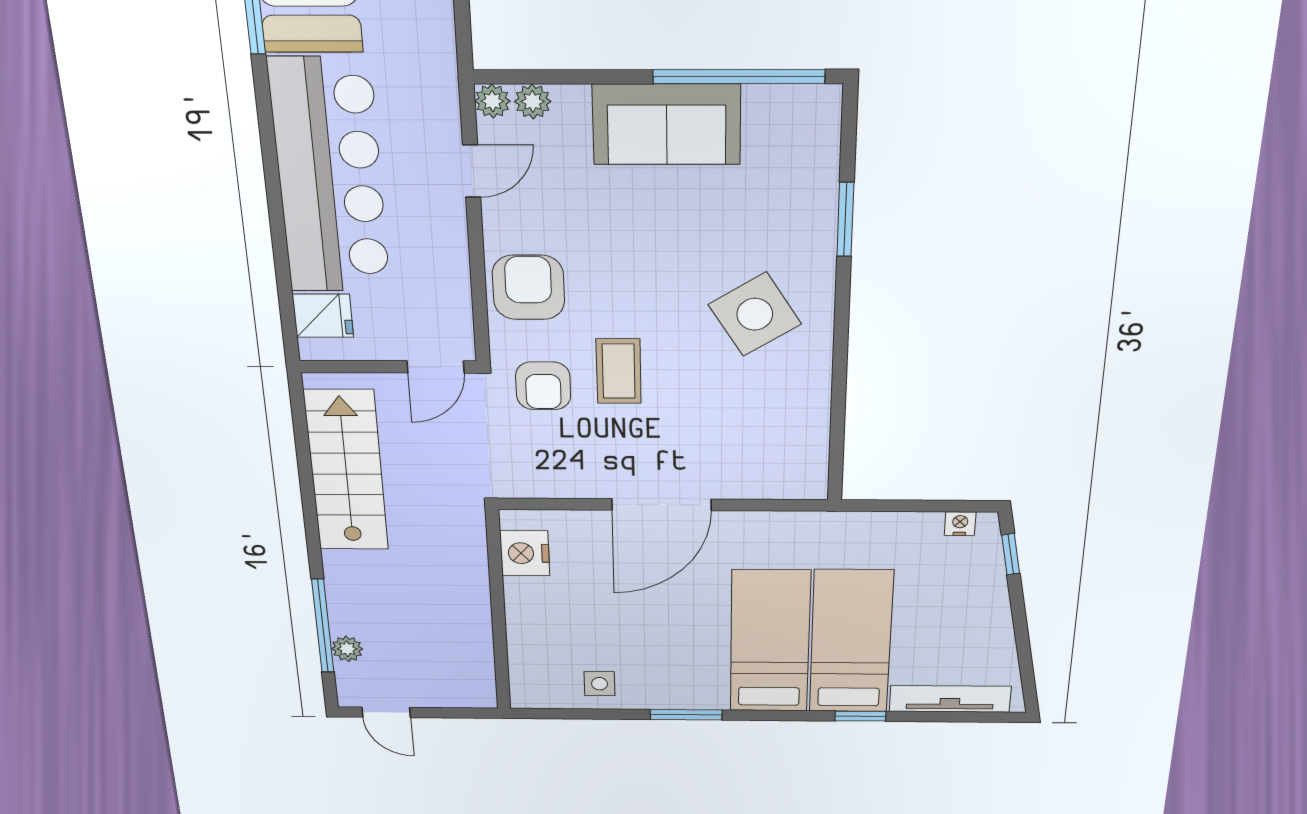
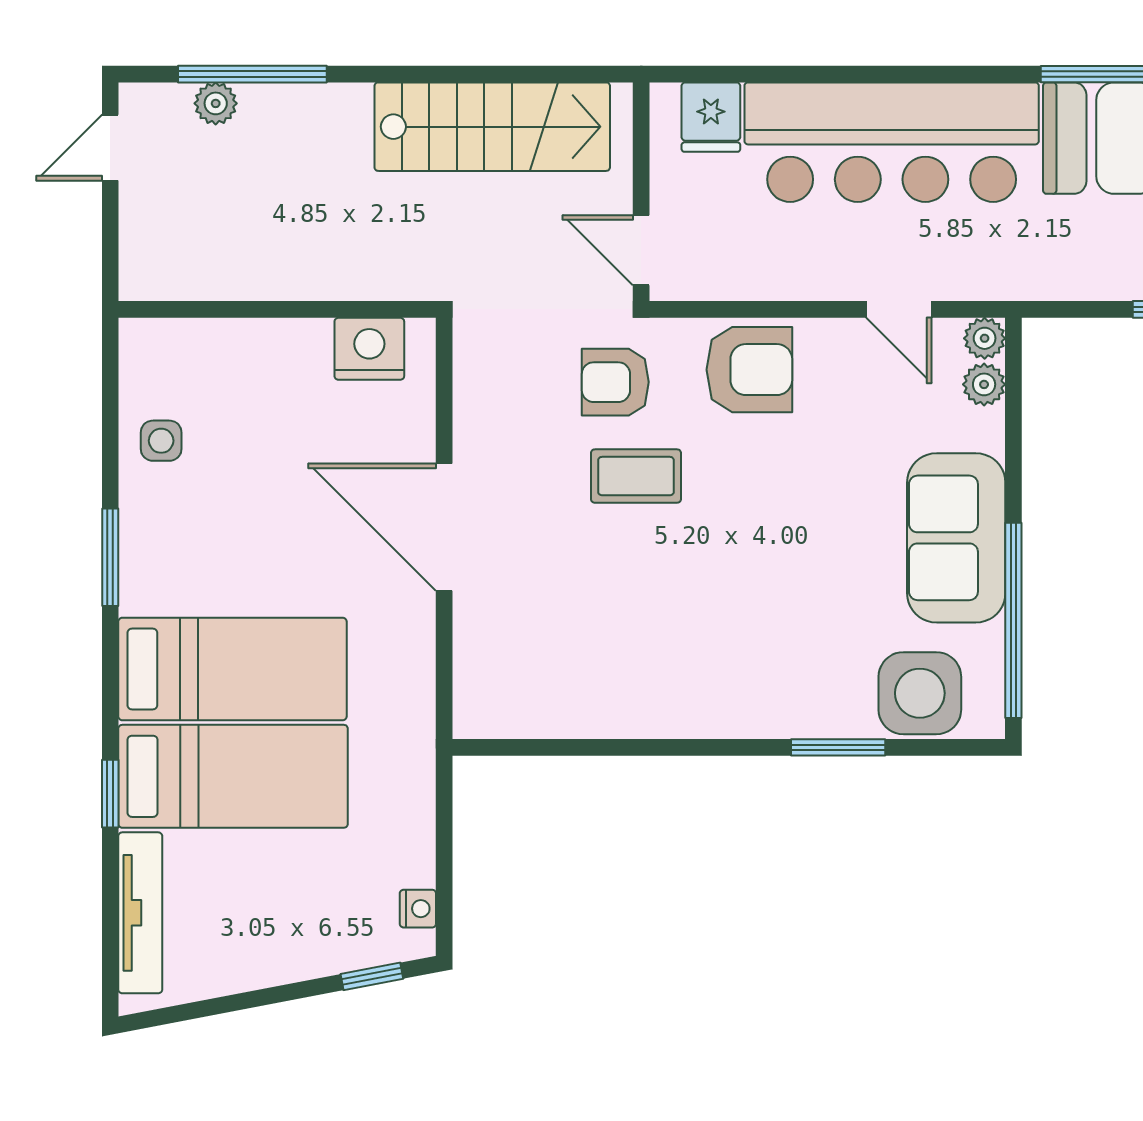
side table: (755, 314) -> (920, 693), moved, turned 32

